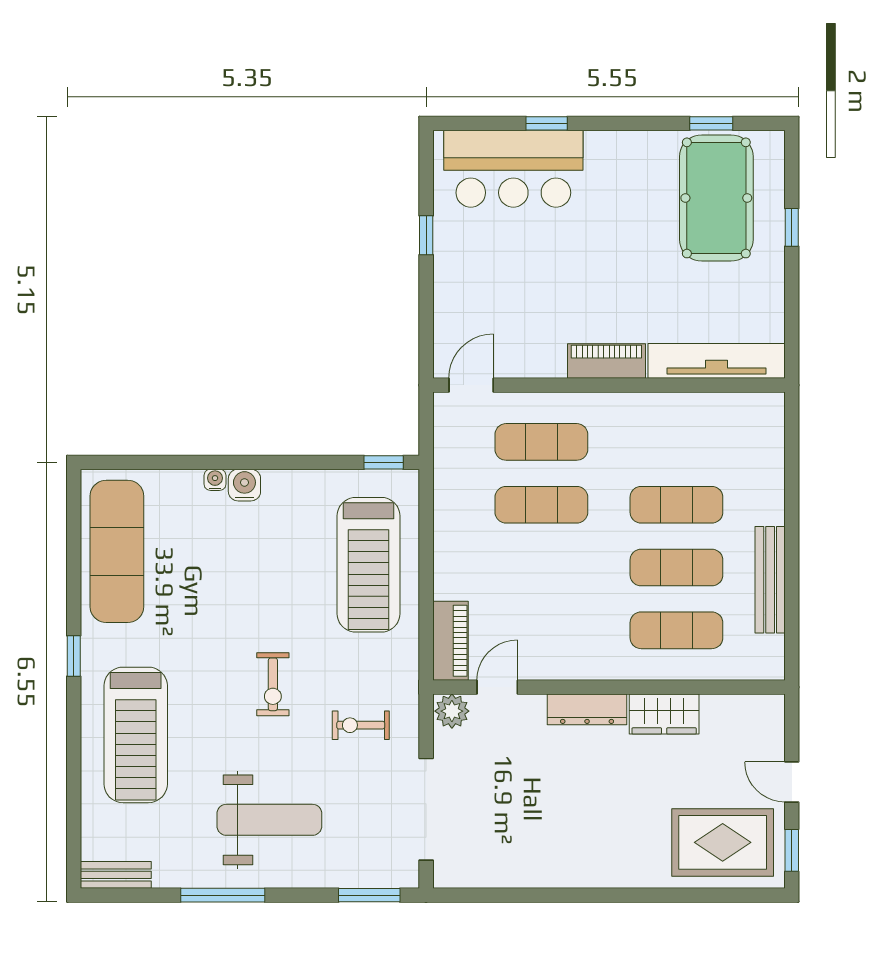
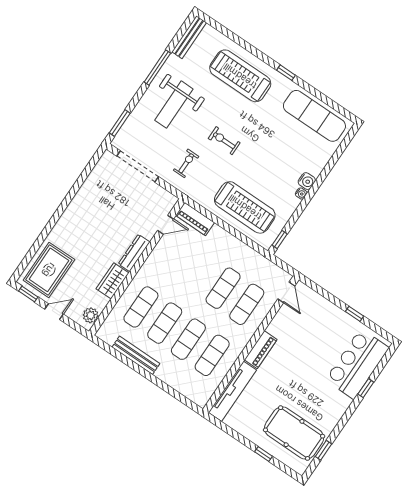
exercise mat: (676, 442) -> (212, 355), added
water cooler: (215, 480) -> (301, 194), moved
treadmill: (369, 565) -> (245, 207), turned 180
door: (497, 687) -> (166, 225), hinge flipped
plant: (452, 711) -> (91, 315), moved
bench: (116, 875) -> (189, 37), width x1.36

